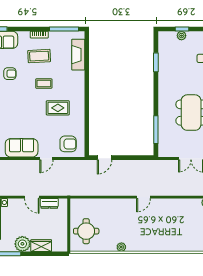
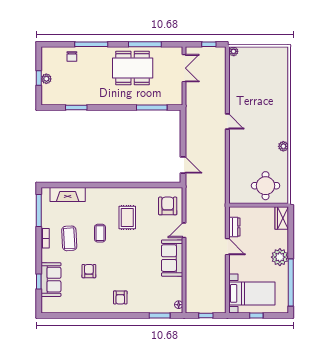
door: (46, 158) -> (184, 230), swing flipped
door: (32, 197) -> (227, 247), hinge flipped
wardrobe: (41, 246) -> (282, 218), moved

